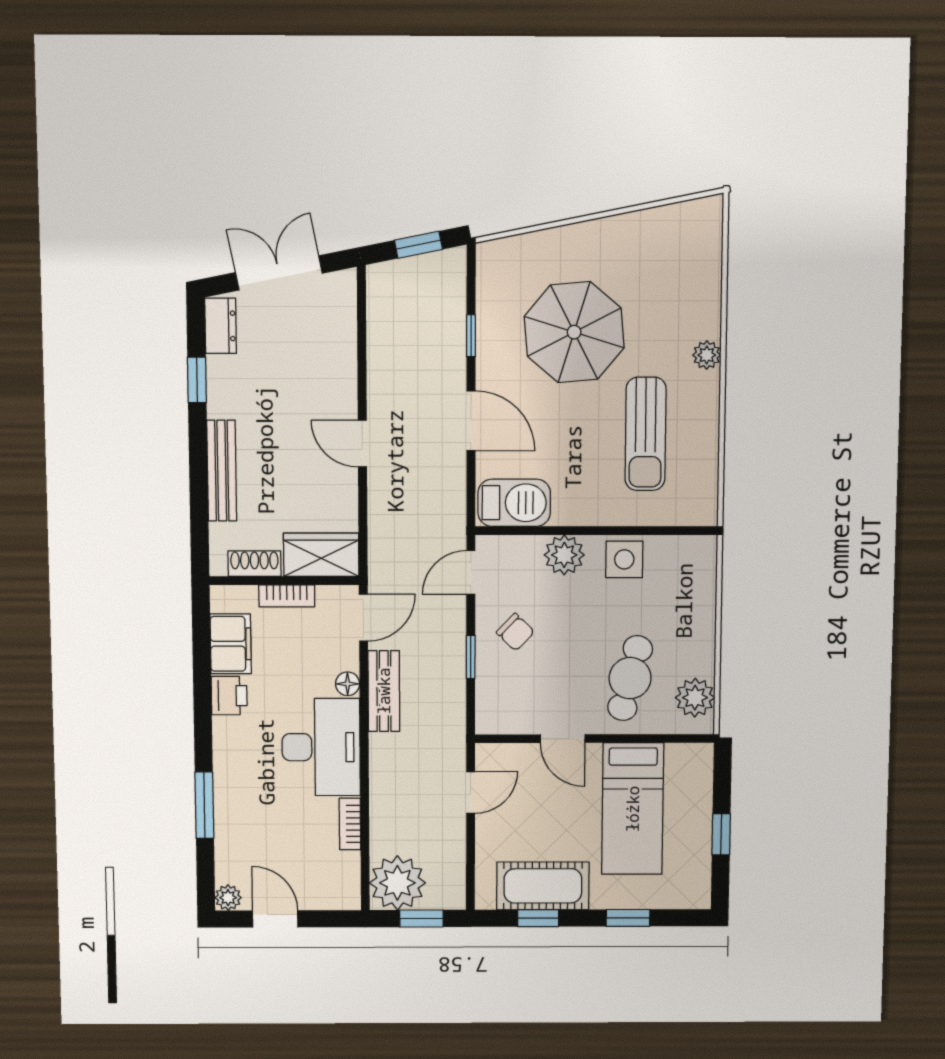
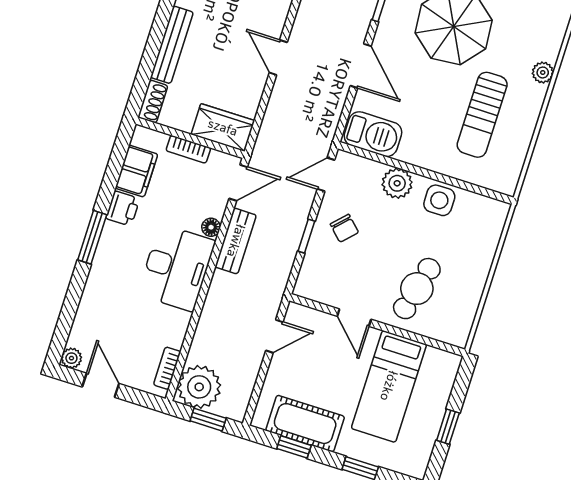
shoe rack: (254, 564) -> (153, 101), moved, turned 90
plant: (695, 698) -> (460, 318), removed
window: (204, 805) -> (92, 237), moved
bookcase: (350, 824) -> (167, 368), moved

